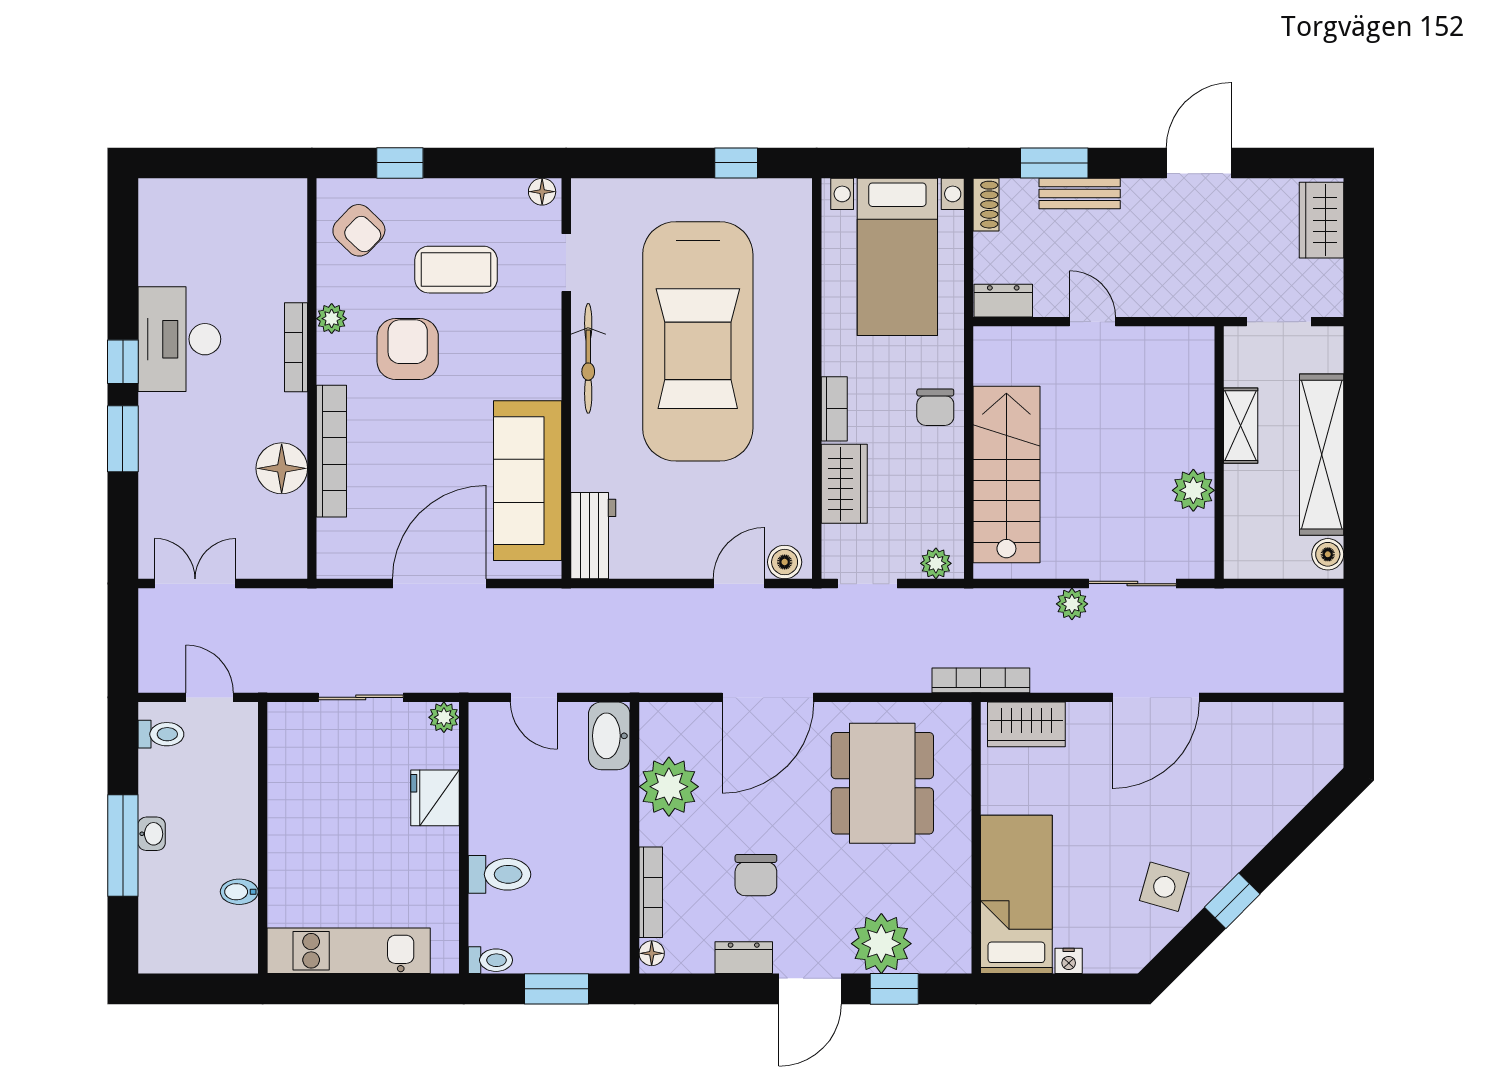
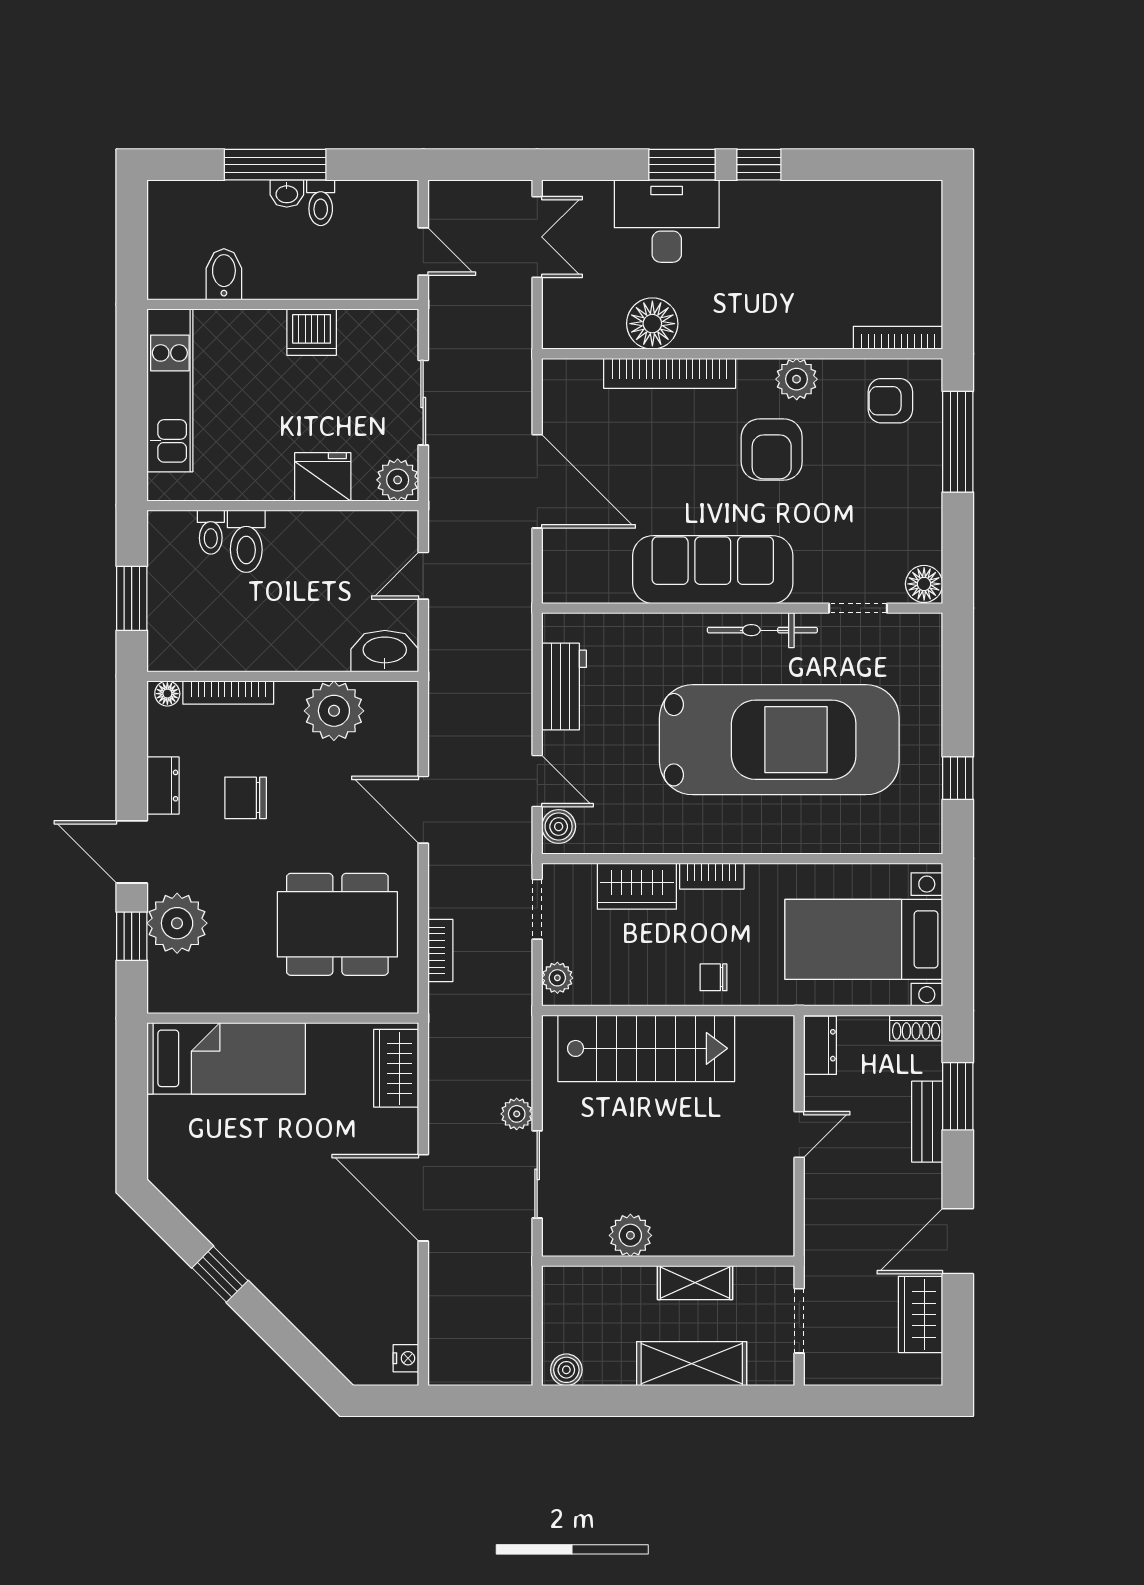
window: (400, 163) -> (958, 442), width x2.17
door: (1199, 163) -> (958, 1241), swing flipped
floor lamp: (542, 192) -> (924, 584), width x1.37, depth x1.37
wardrobe: (1321, 220) -> (920, 1314), moved, turned -90
armchair: (359, 230) -> (890, 401), turned 46
coffee table: (456, 270) -> (851, 498), removed
plant: (332, 319) -> (797, 379), width x1.38, depth x1.38
desk: (179, 339) -> (667, 221), moved
car: (698, 341) -> (779, 740), turned 180
bookcase: (296, 347) -> (898, 338), moved
armchair: (408, 349) -> (772, 450), turned 90
chair: (935, 407) -> (713, 977), width x0.73, depth x0.73
shelving: (1322, 455) -> (692, 1364), width x0.68
sofa: (528, 481) -> (713, 570), moved
workbench: (593, 536) -> (564, 687), moved, turned -90
bookcase: (981, 680) -> (440, 951), moved, width x0.64
door: (210, 697) -> (423, 251), hinge flipped
door: (768, 697) -> (423, 810), width x0.73
plant: (444, 717) -> (398, 480), width x1.38, depth x1.38
toilet: (161, 734) -> (321, 203), moved
dishwasher: (290, 809) -> (312, 332), added
side table: (1164, 887) -> (234, 1206), removed
bidet: (239, 892) -> (224, 274), width x1.38, depth x1.36
toilet: (490, 960) -> (211, 532), moved
nightstand: (1069, 961) -> (406, 1358), moved, turned 180

